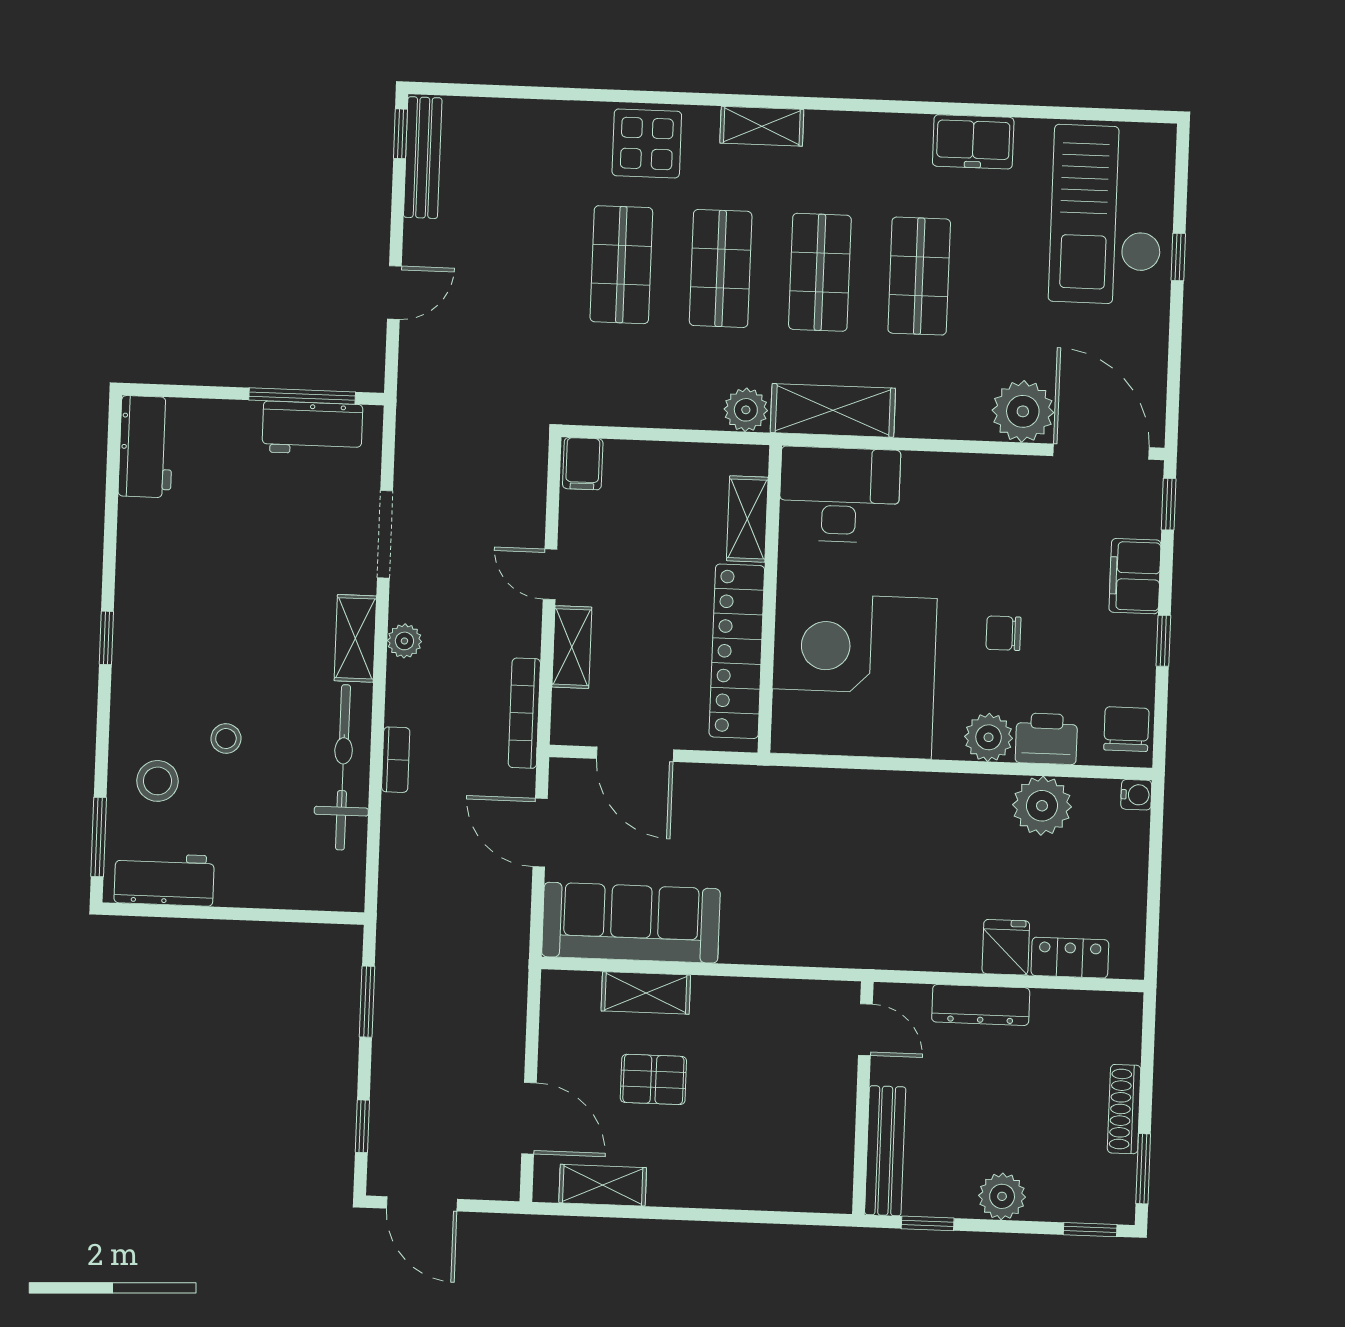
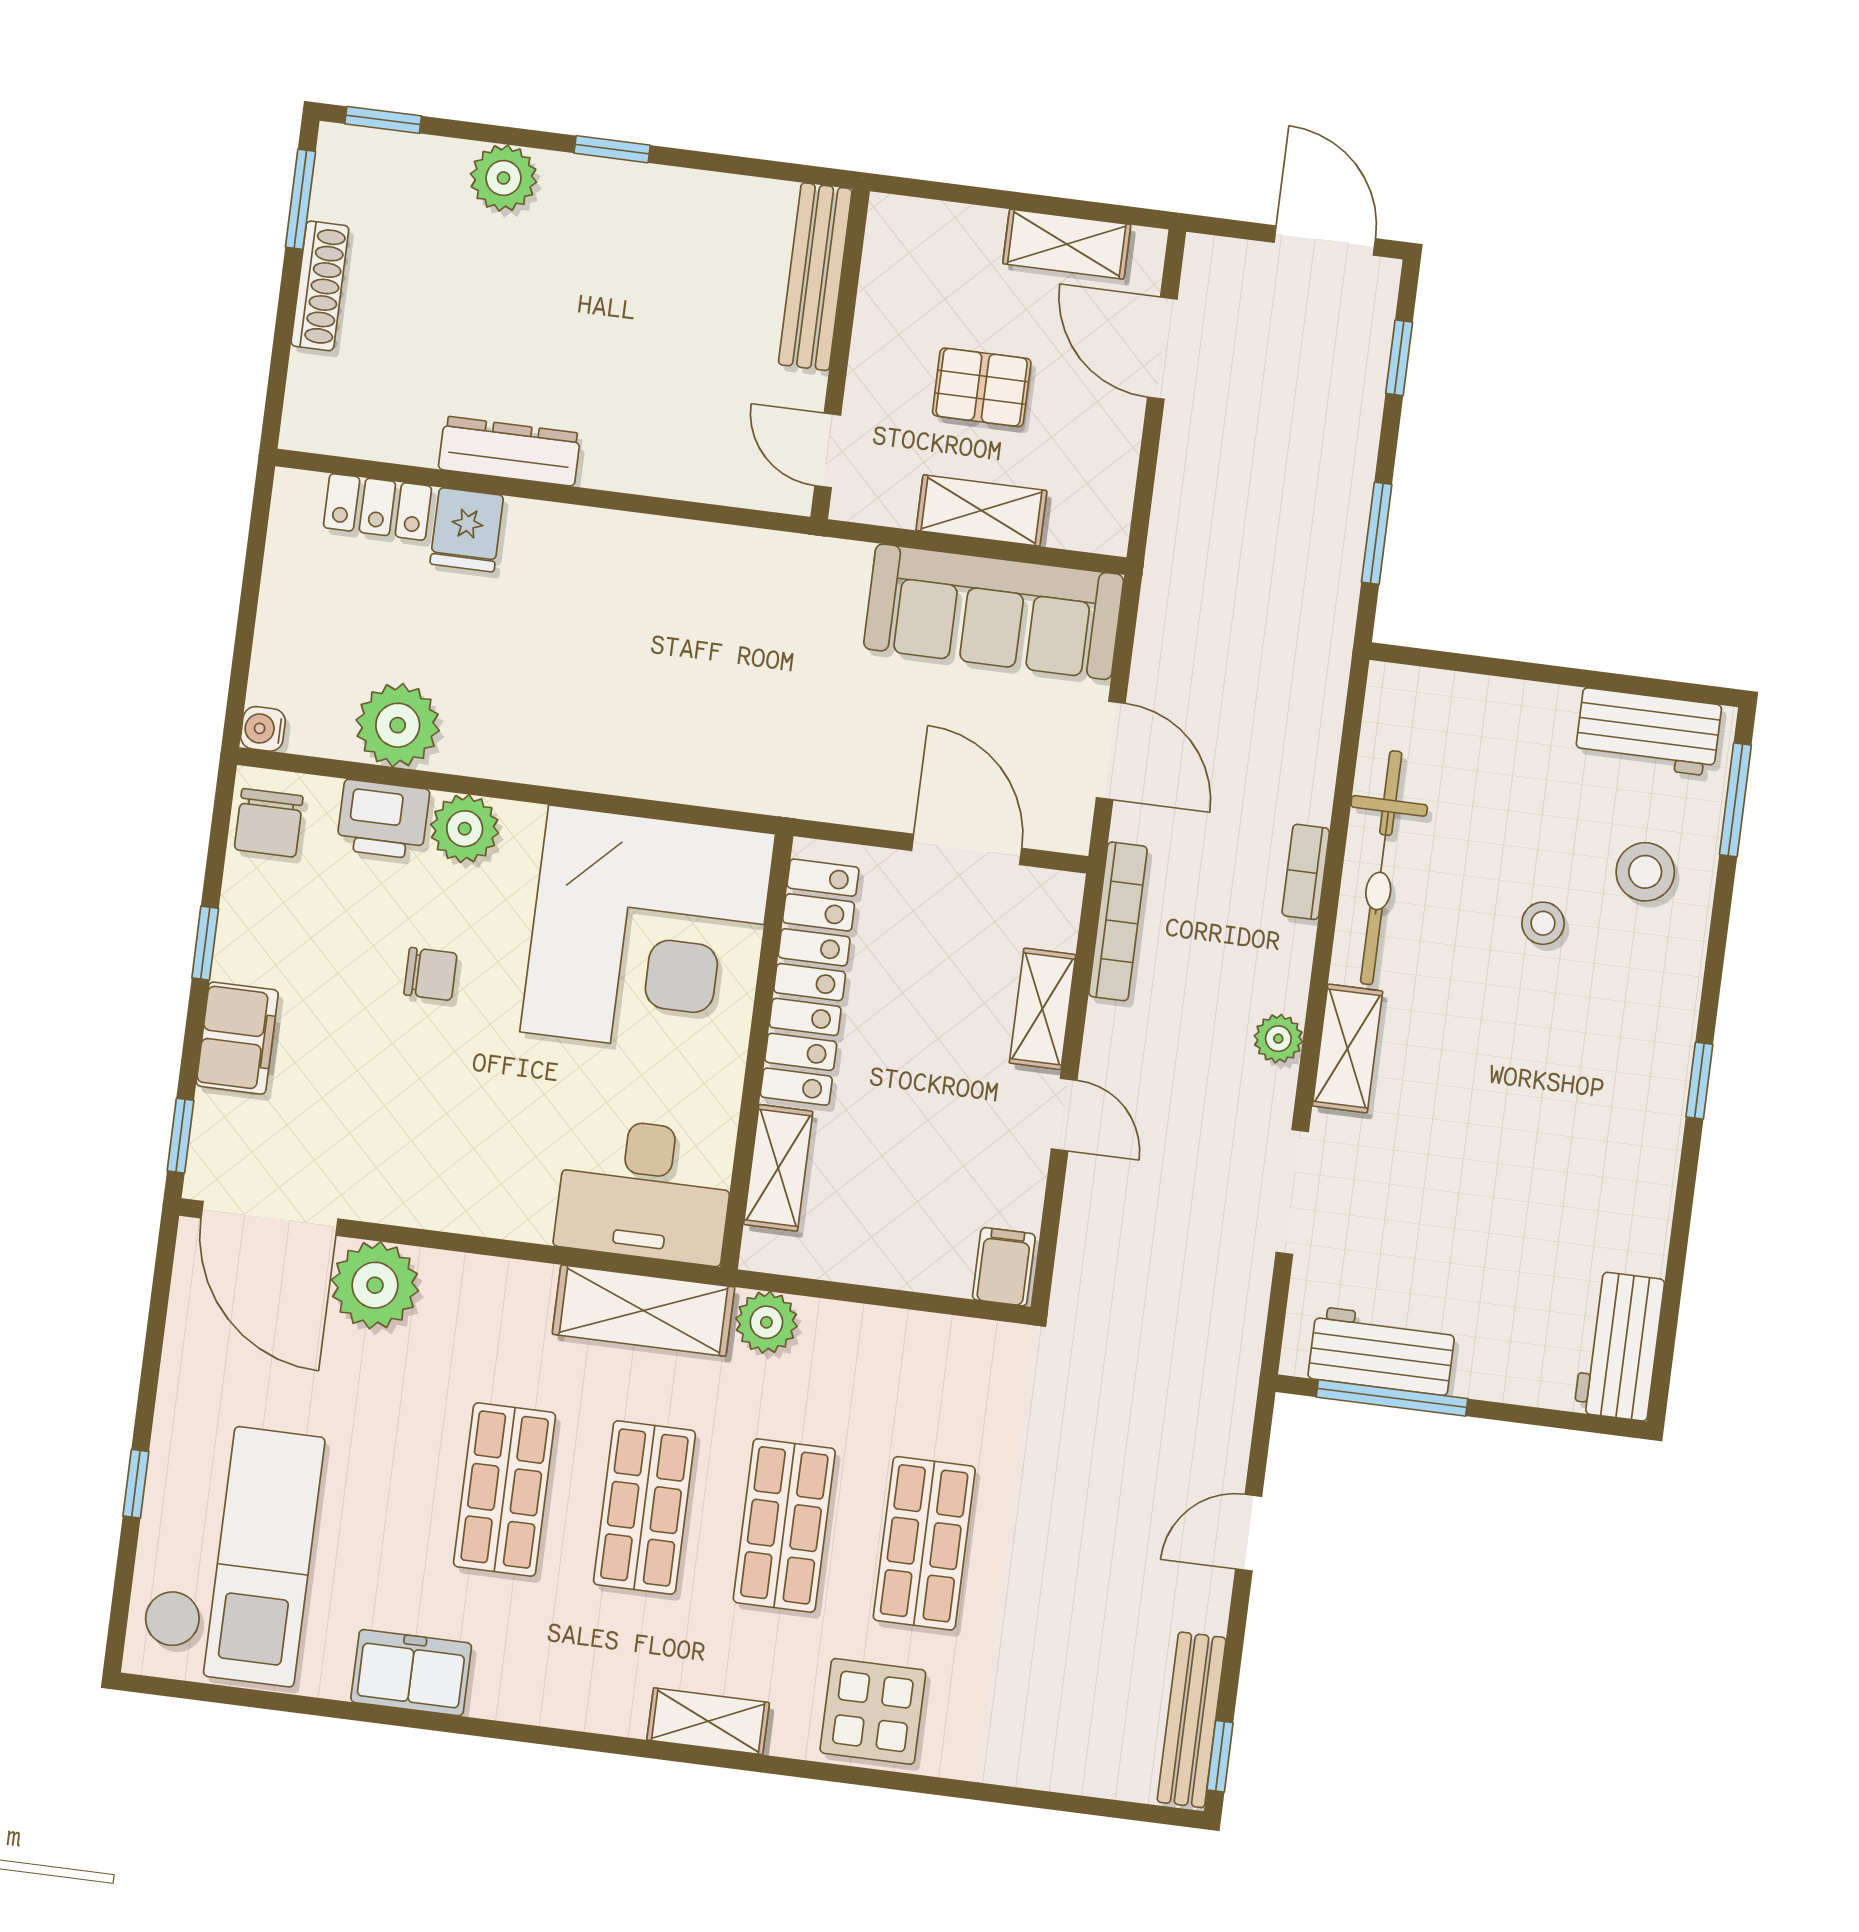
door: (865, 1030) -> (828, 450), moved
wall: (863, 1098) -> (840, 354), moved
bench: (885, 1151) -> (815, 277), moved

